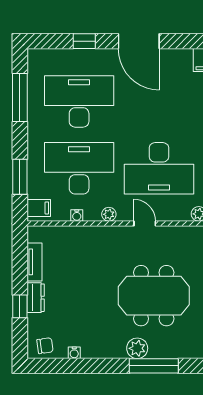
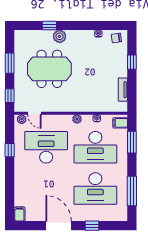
door: (145, 223) -> (34, 113), moved
dresser: (36, 298) -> (122, 68), removed
window: (154, 366) -> (49, 26), width x0.46

